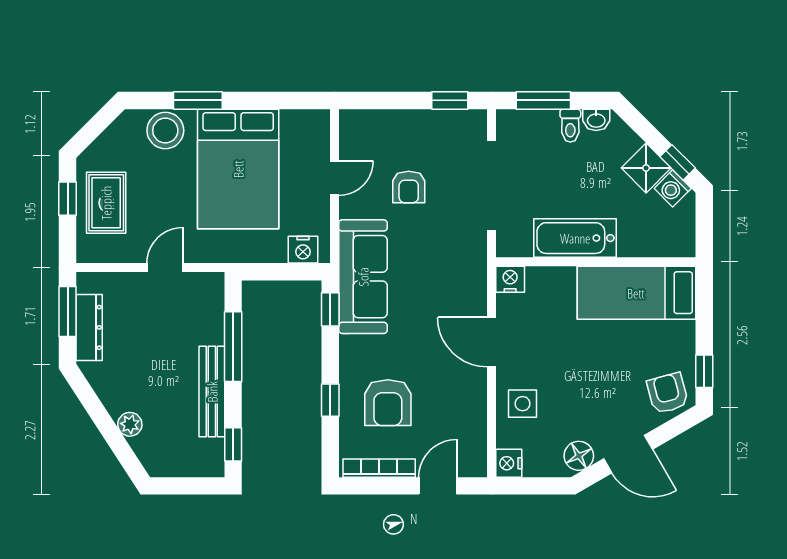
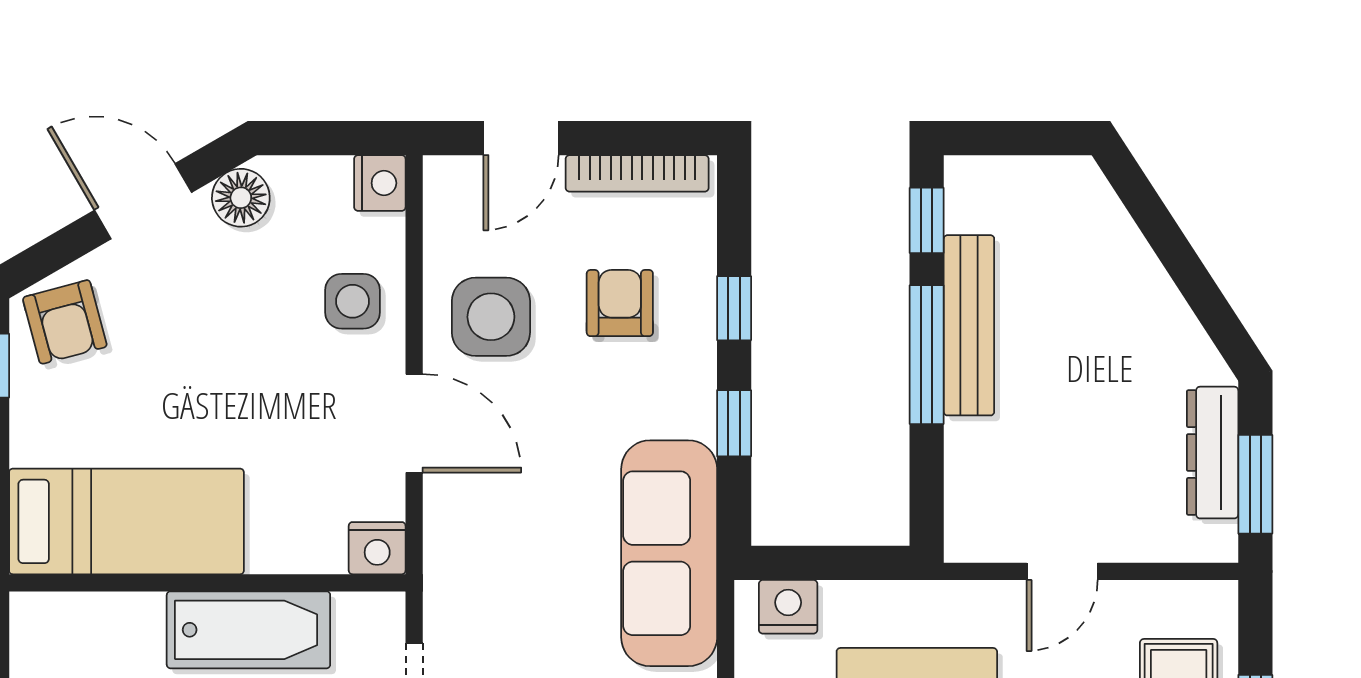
window: (330, 309) -> (734, 423), moved
window: (233, 347) -> (927, 355), moved
side table: (453, 396) -> (491, 317), added
armchair: (388, 403) -> (620, 303), width x0.72, depth x0.72
plant: (130, 424) -> (1132, 260), removed

